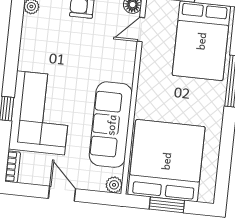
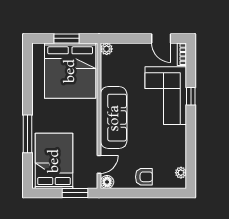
sofa: (111, 125) -> (114, 118), moved
door: (62, 194) -> (161, 38), moved

